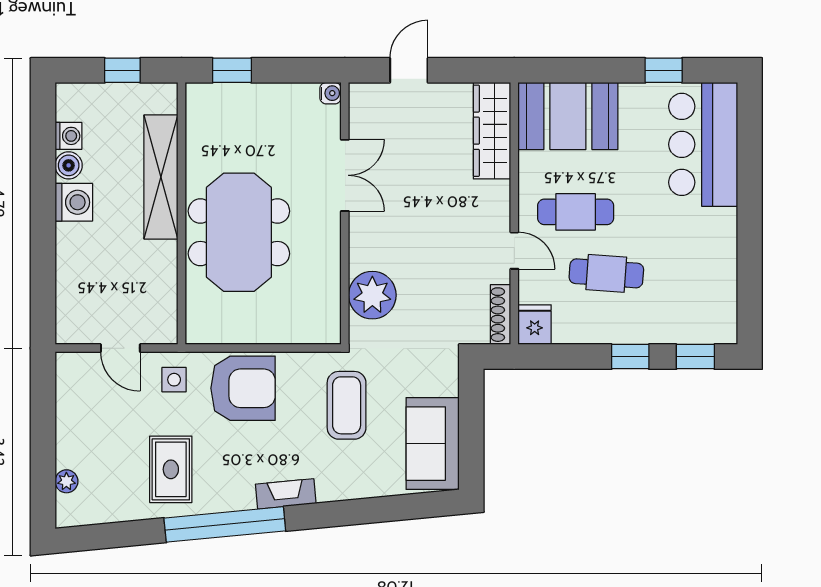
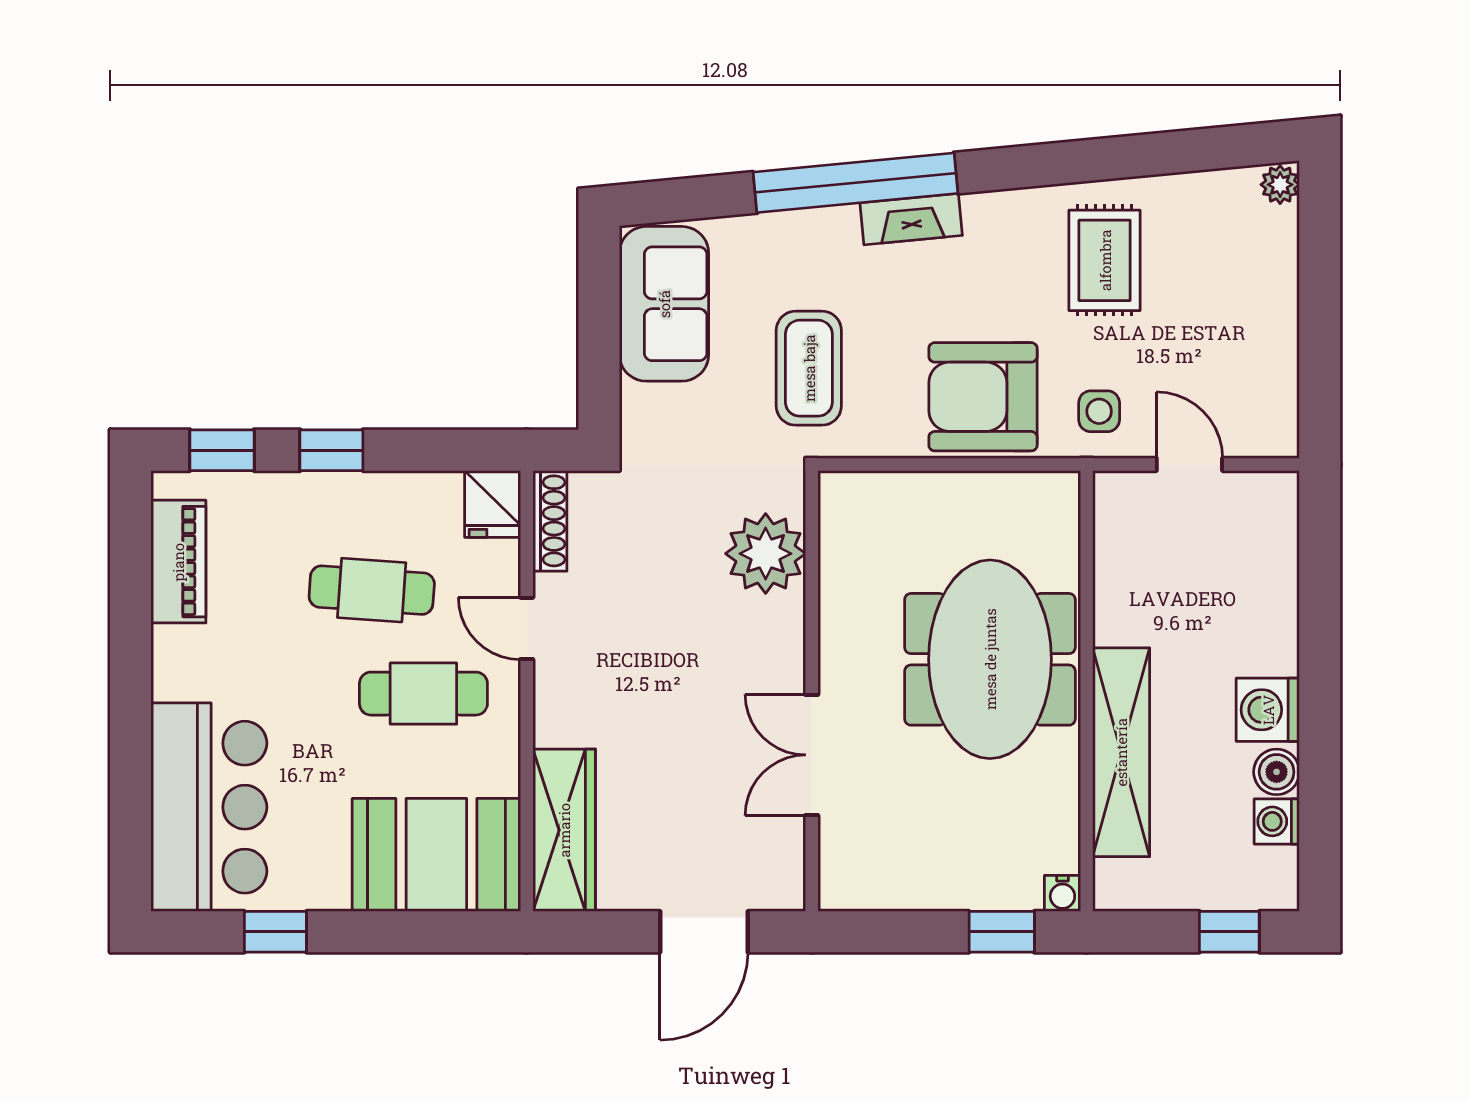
window: (122, 70) -> (1229, 932), moved
door: (409, 70) -> (704, 932), width x1.38
water cooler: (331, 93) -> (1062, 893), moved, turned -90
piano: (721, 290) -> (178, 562), added
plant: (66, 481) -> (1280, 185), moved
window: (225, 524) -> (855, 183), moved

